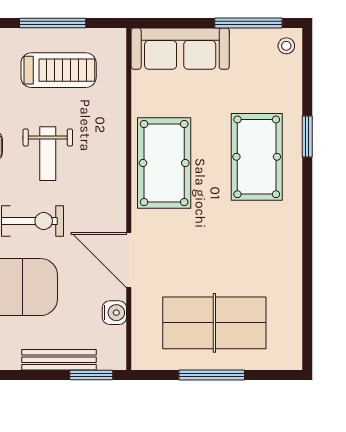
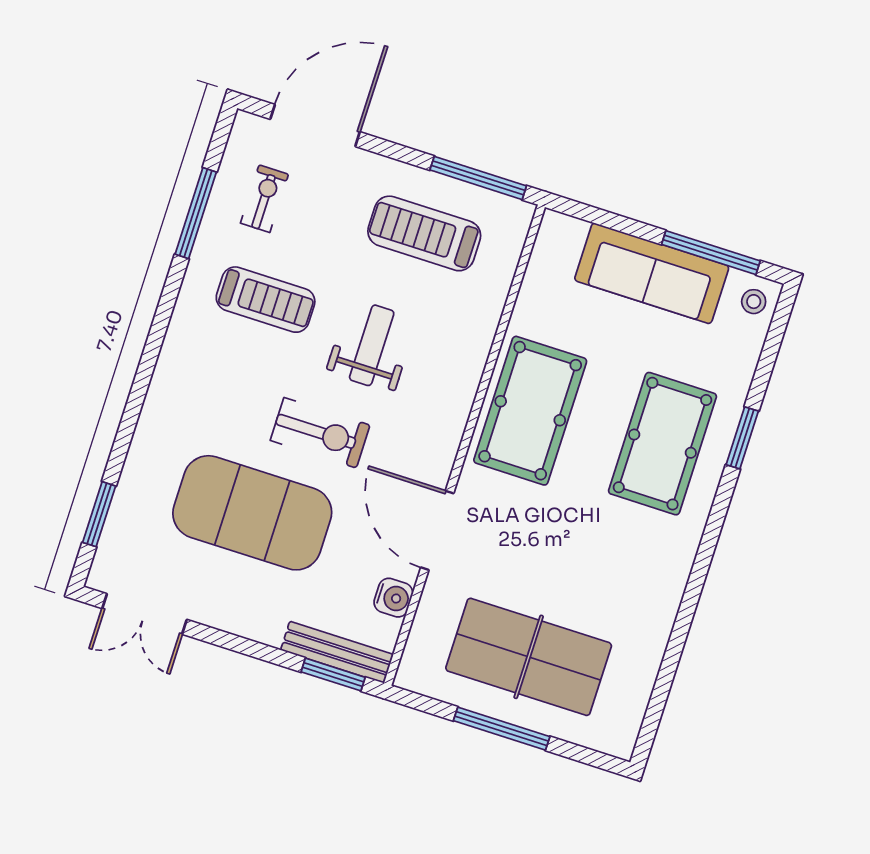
window: (53, 23) -> (478, 178), moved
sofa: (180, 49) -> (652, 273), moved
treadmill: (59, 70) -> (424, 233), turned 180
weight bench: (48, 154) -> (372, 345), turned 180
bench: (59, 360) -> (337, 652), moved

